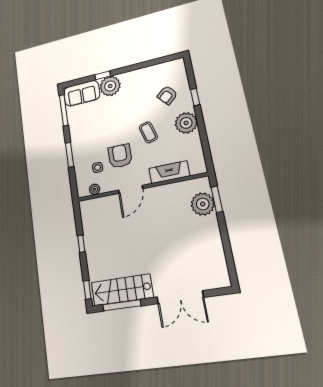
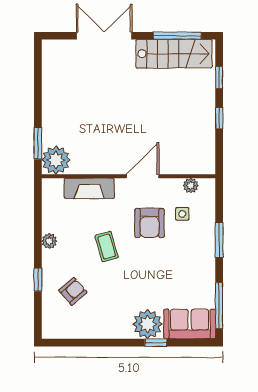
plant: (186, 123) -> (49, 241), width x0.53, depth x0.53
plant: (203, 204) -> (56, 160), moved
window: (87, 290) -> (219, 78), moved

